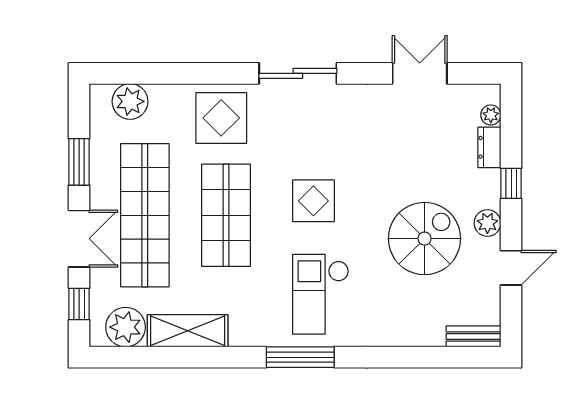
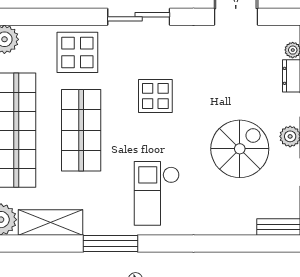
display table: (313, 201) -> (155, 96), moved
window: (300, 357) -> (111, 244), moved

